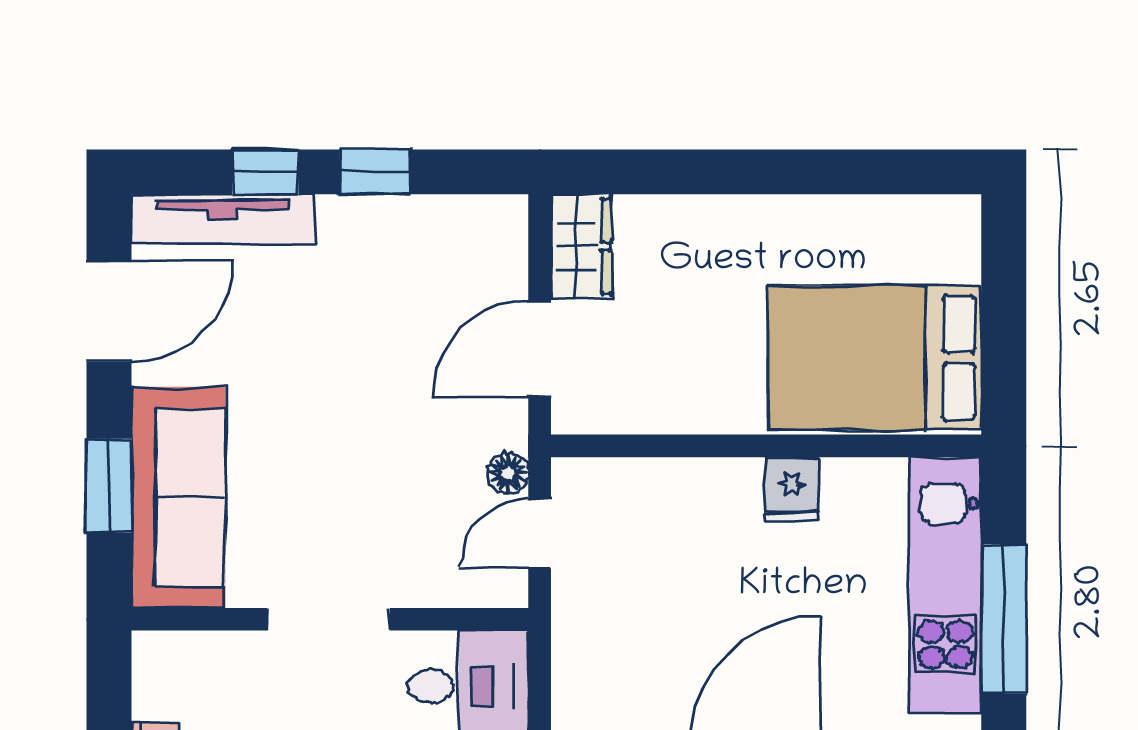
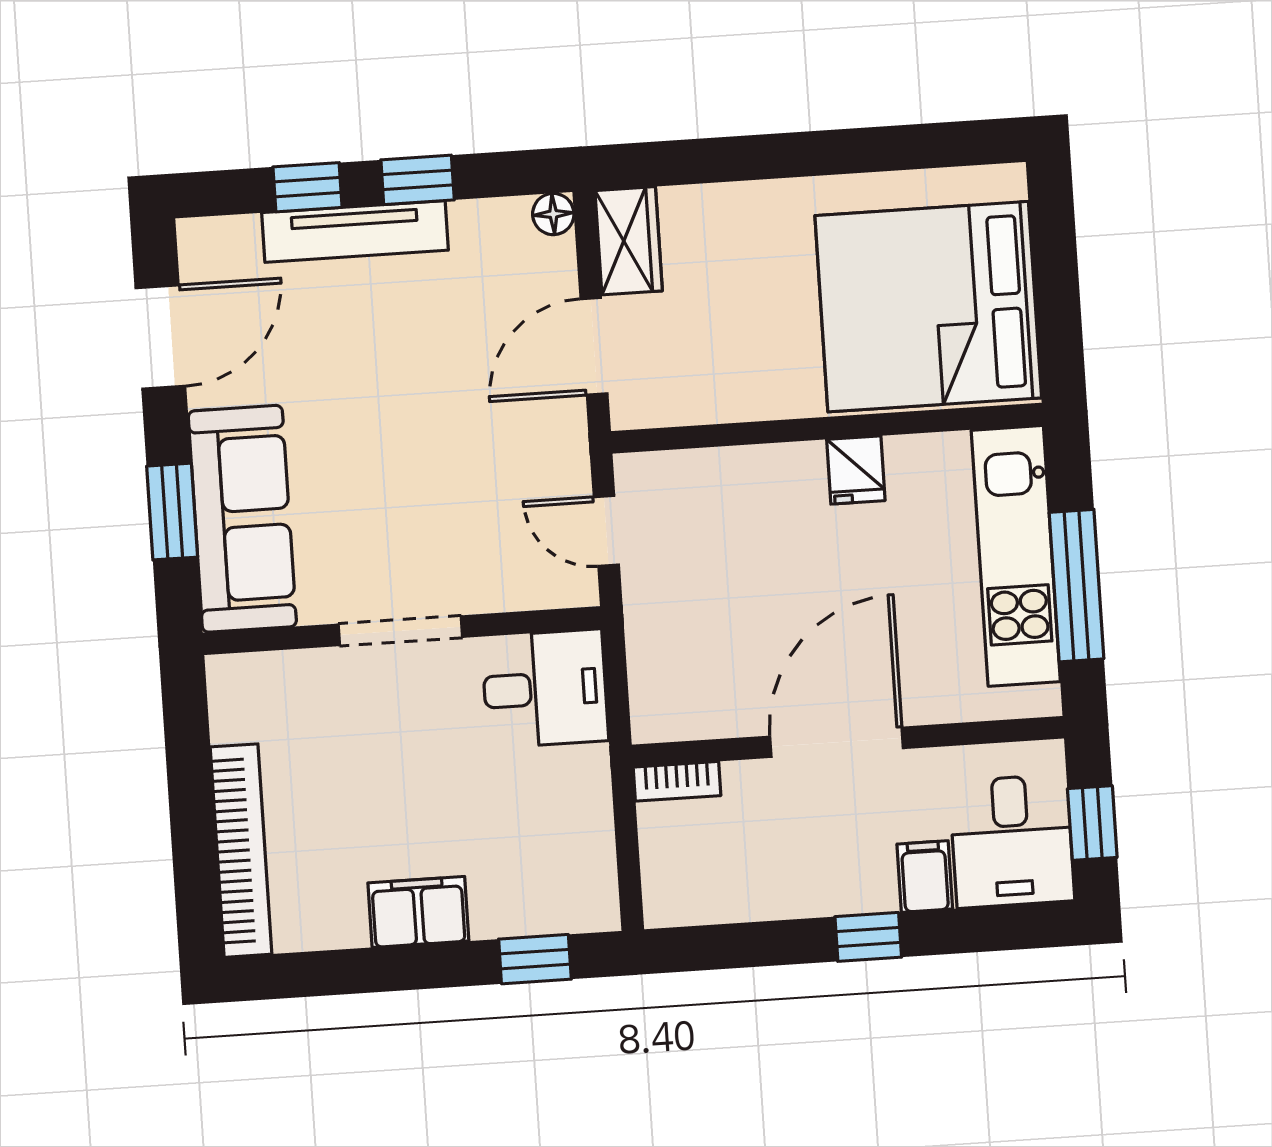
tv unit: (223, 219) -> (355, 231), moved
bed: (875, 358) -> (928, 307), width x1.36
floor lamp: (508, 473) -> (553, 214), moved
door: (540, 534) -> (606, 531), hinge flipped

